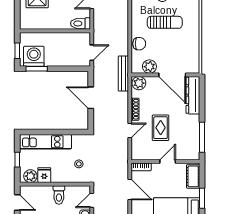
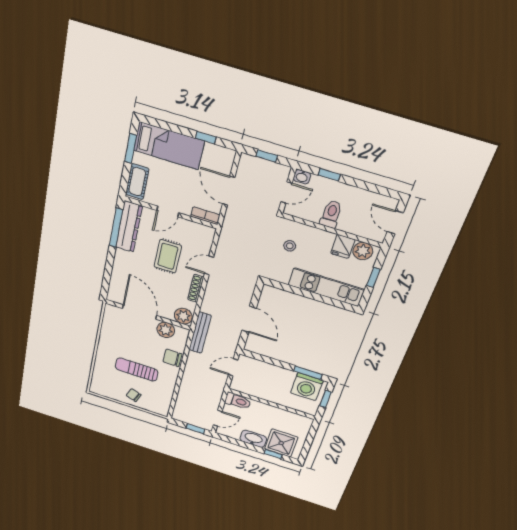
dresser: (193, 95) -> (129, 227), moved

